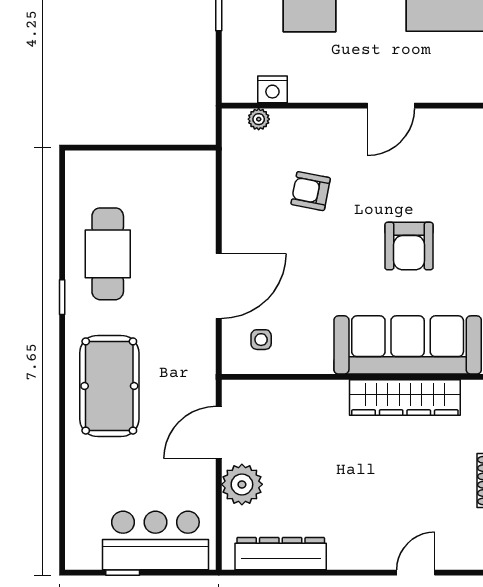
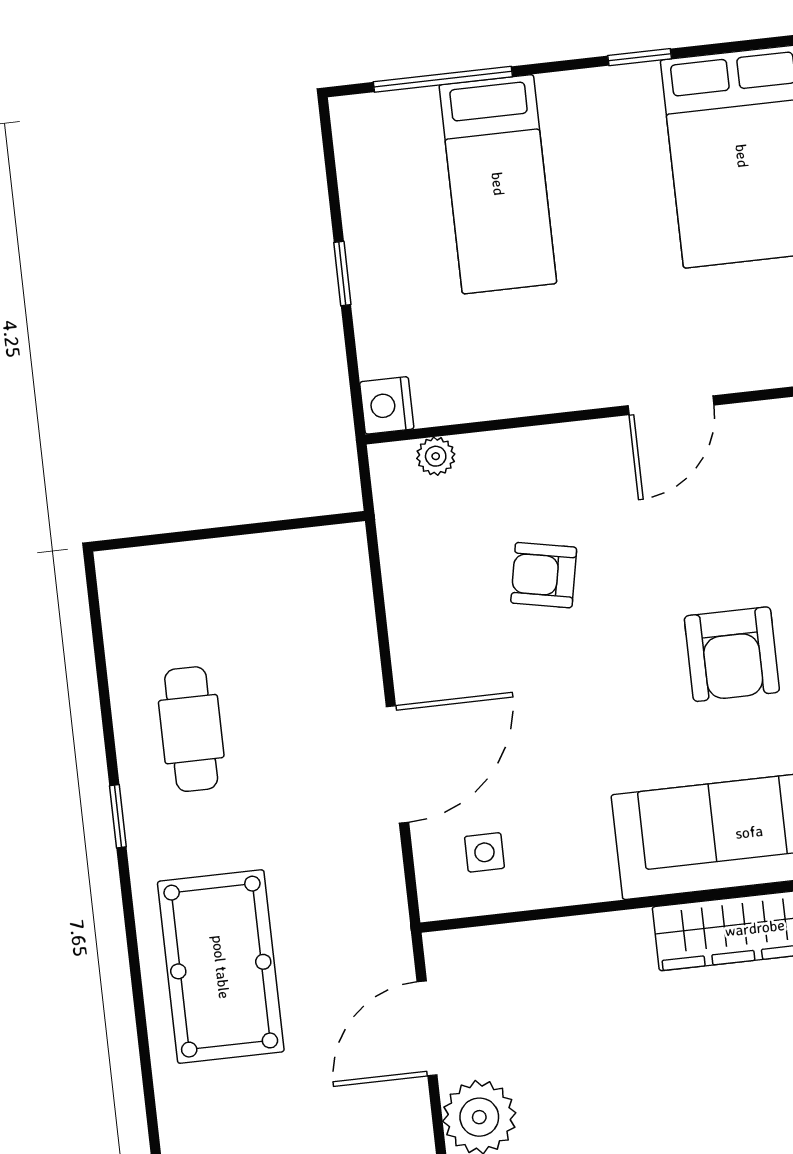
nightstand: (272, 89) -> (387, 405), moved, turned 90
cafe table: (108, 254) -> (191, 729), width x0.73, depth x0.74

